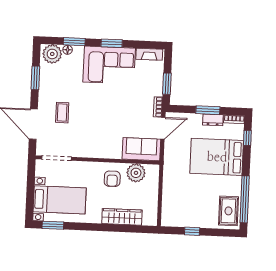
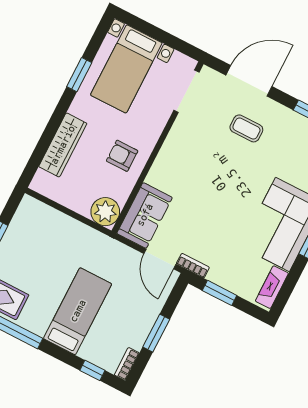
dresser: (213, 120) -> (140, 334), removed
bed: (217, 157) -> (78, 311), width x0.67
plant: (136, 173) -> (105, 212), moved
window: (53, 225) -> (79, 75), moved

